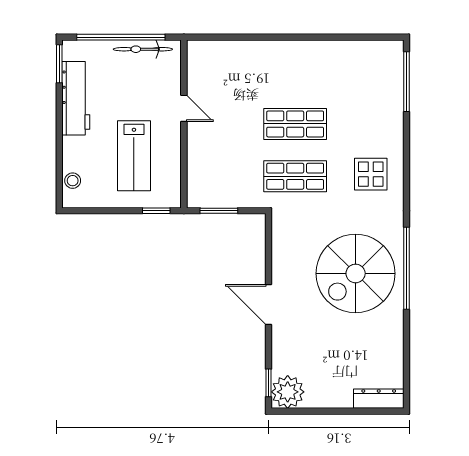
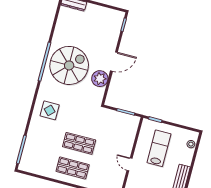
shop shelf: (295, 176) -> (73, 168), moved
door: (268, 304) -> (114, 62), hinge flipped
plant: (288, 392) -> (100, 79), moved

